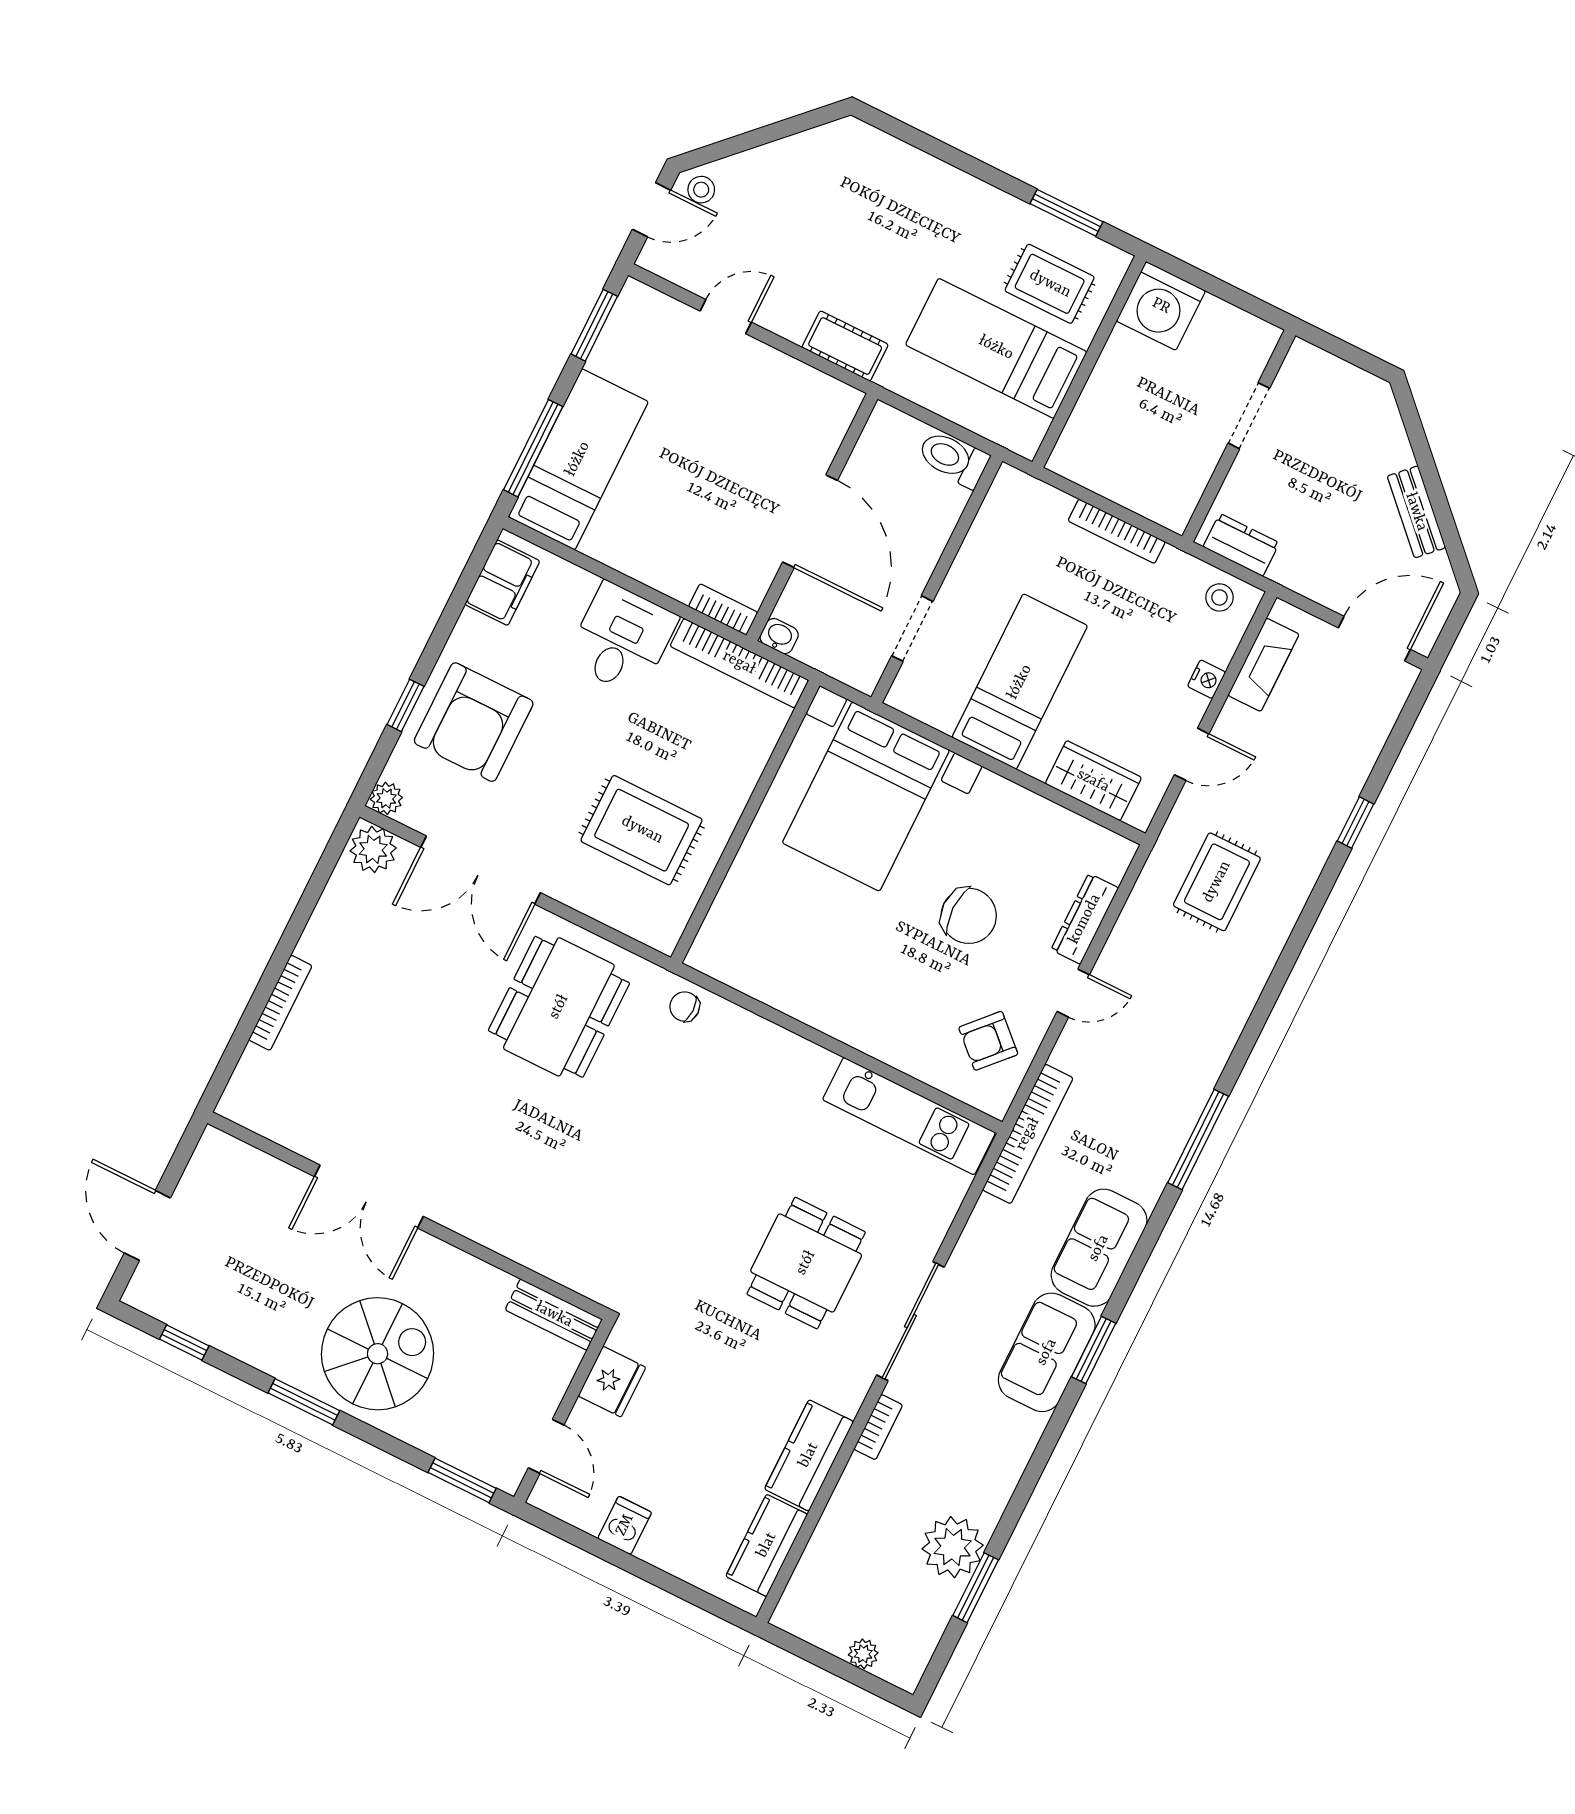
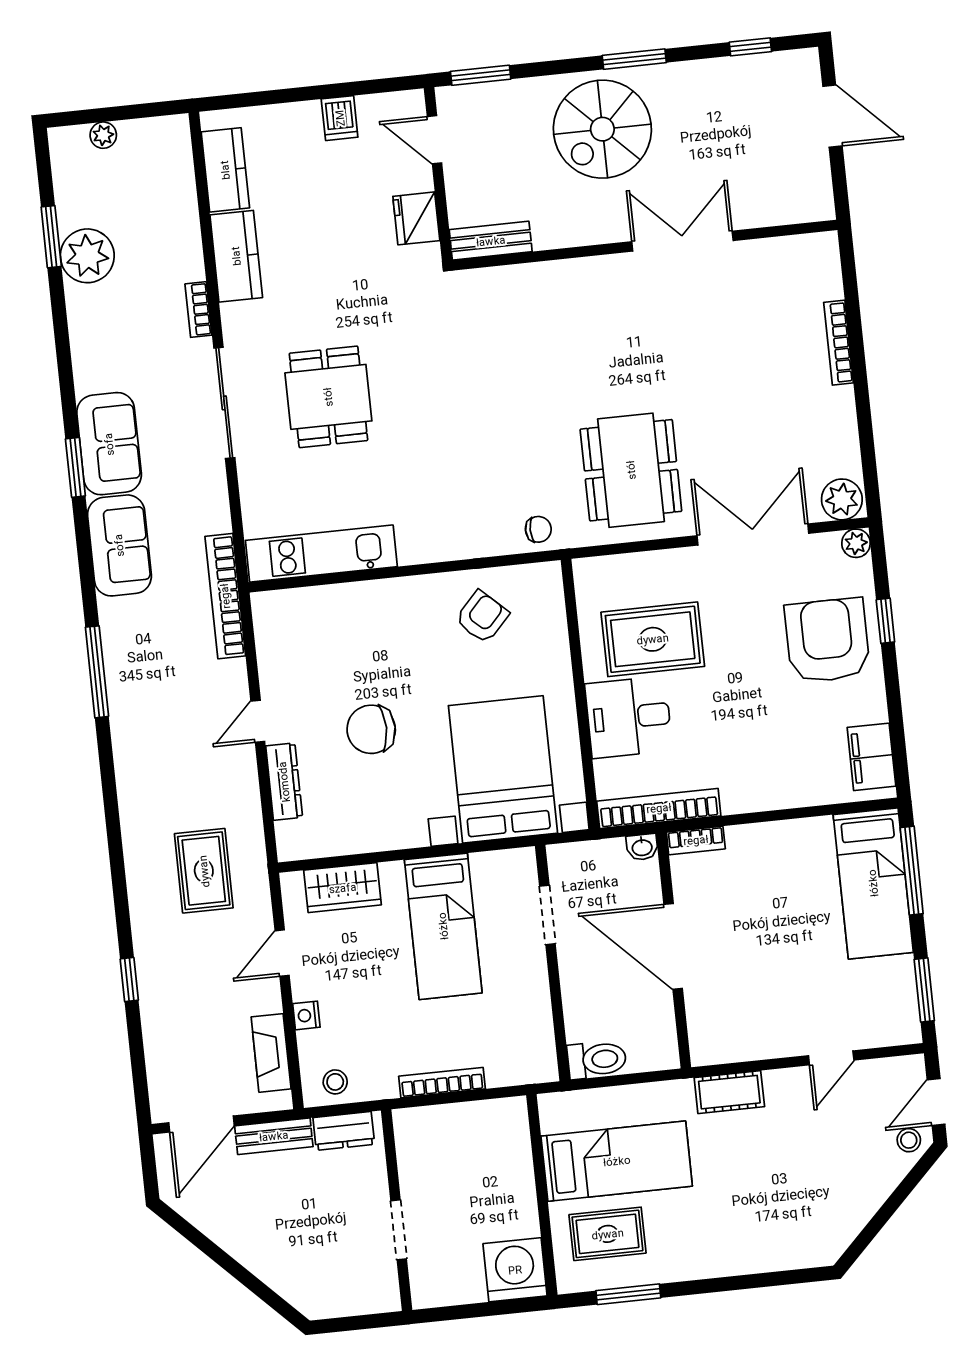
bench: (1416, 512) -> (274, 1136), moved, turned -45
desk: (622, 639) -> (629, 717), moved, turned 90
armchair: (988, 1041) -> (482, 617), moved

